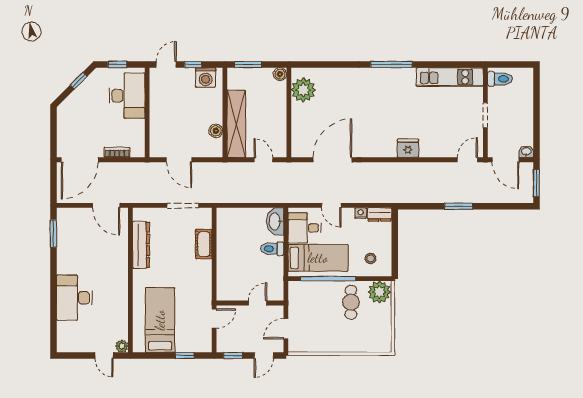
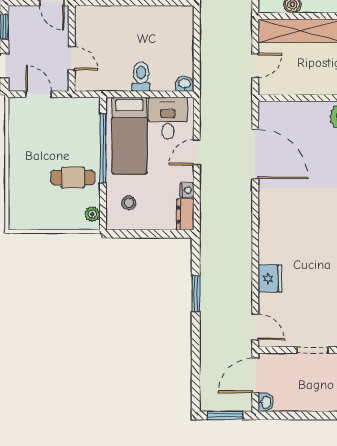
fridge: (408, 148) -> (270, 278), moved
window: (459, 206) -> (196, 293), moved
washbasin: (275, 221) -> (185, 84), width x0.52, depth x0.69
plant: (379, 292) -> (92, 214), width x0.53, depth x0.53

